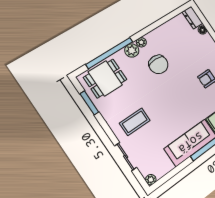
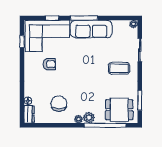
chair: (158, 64) -> (59, 103), moved

